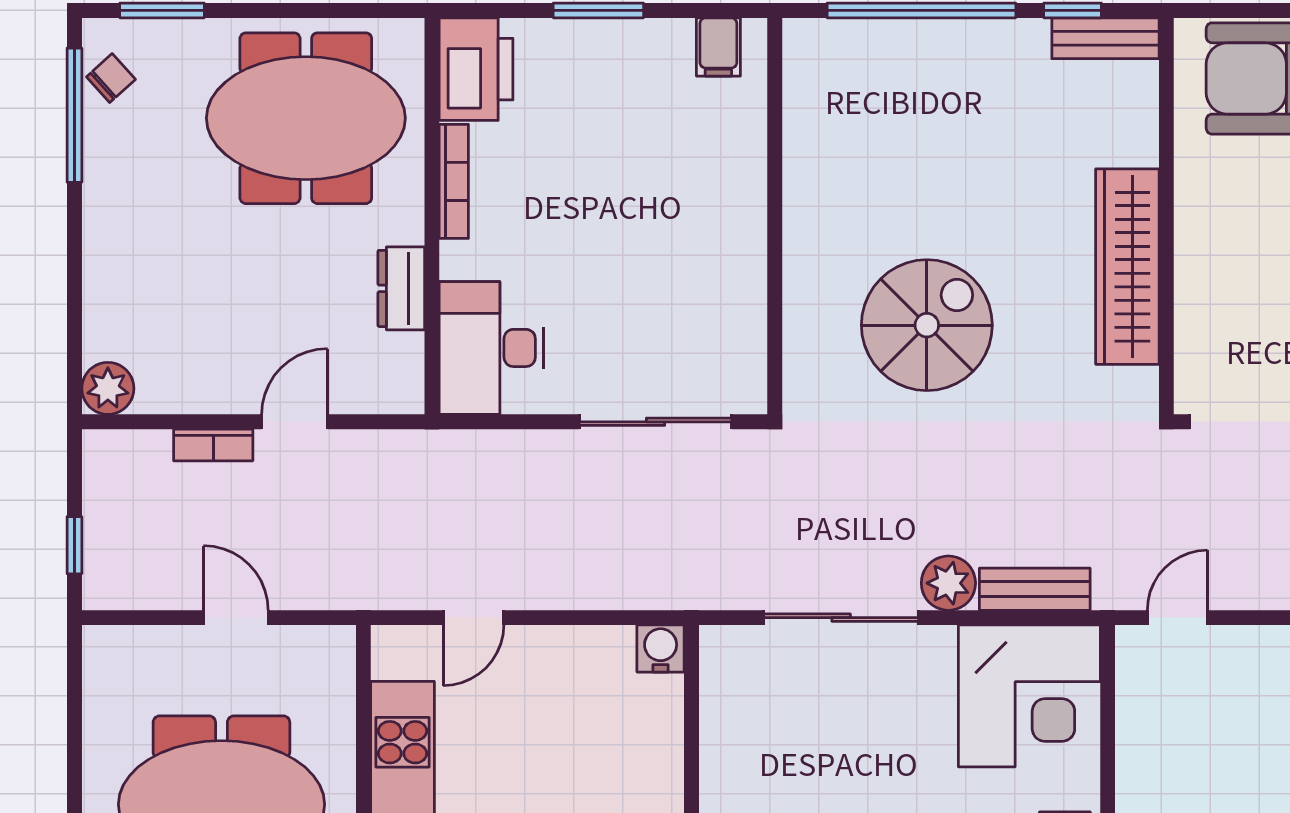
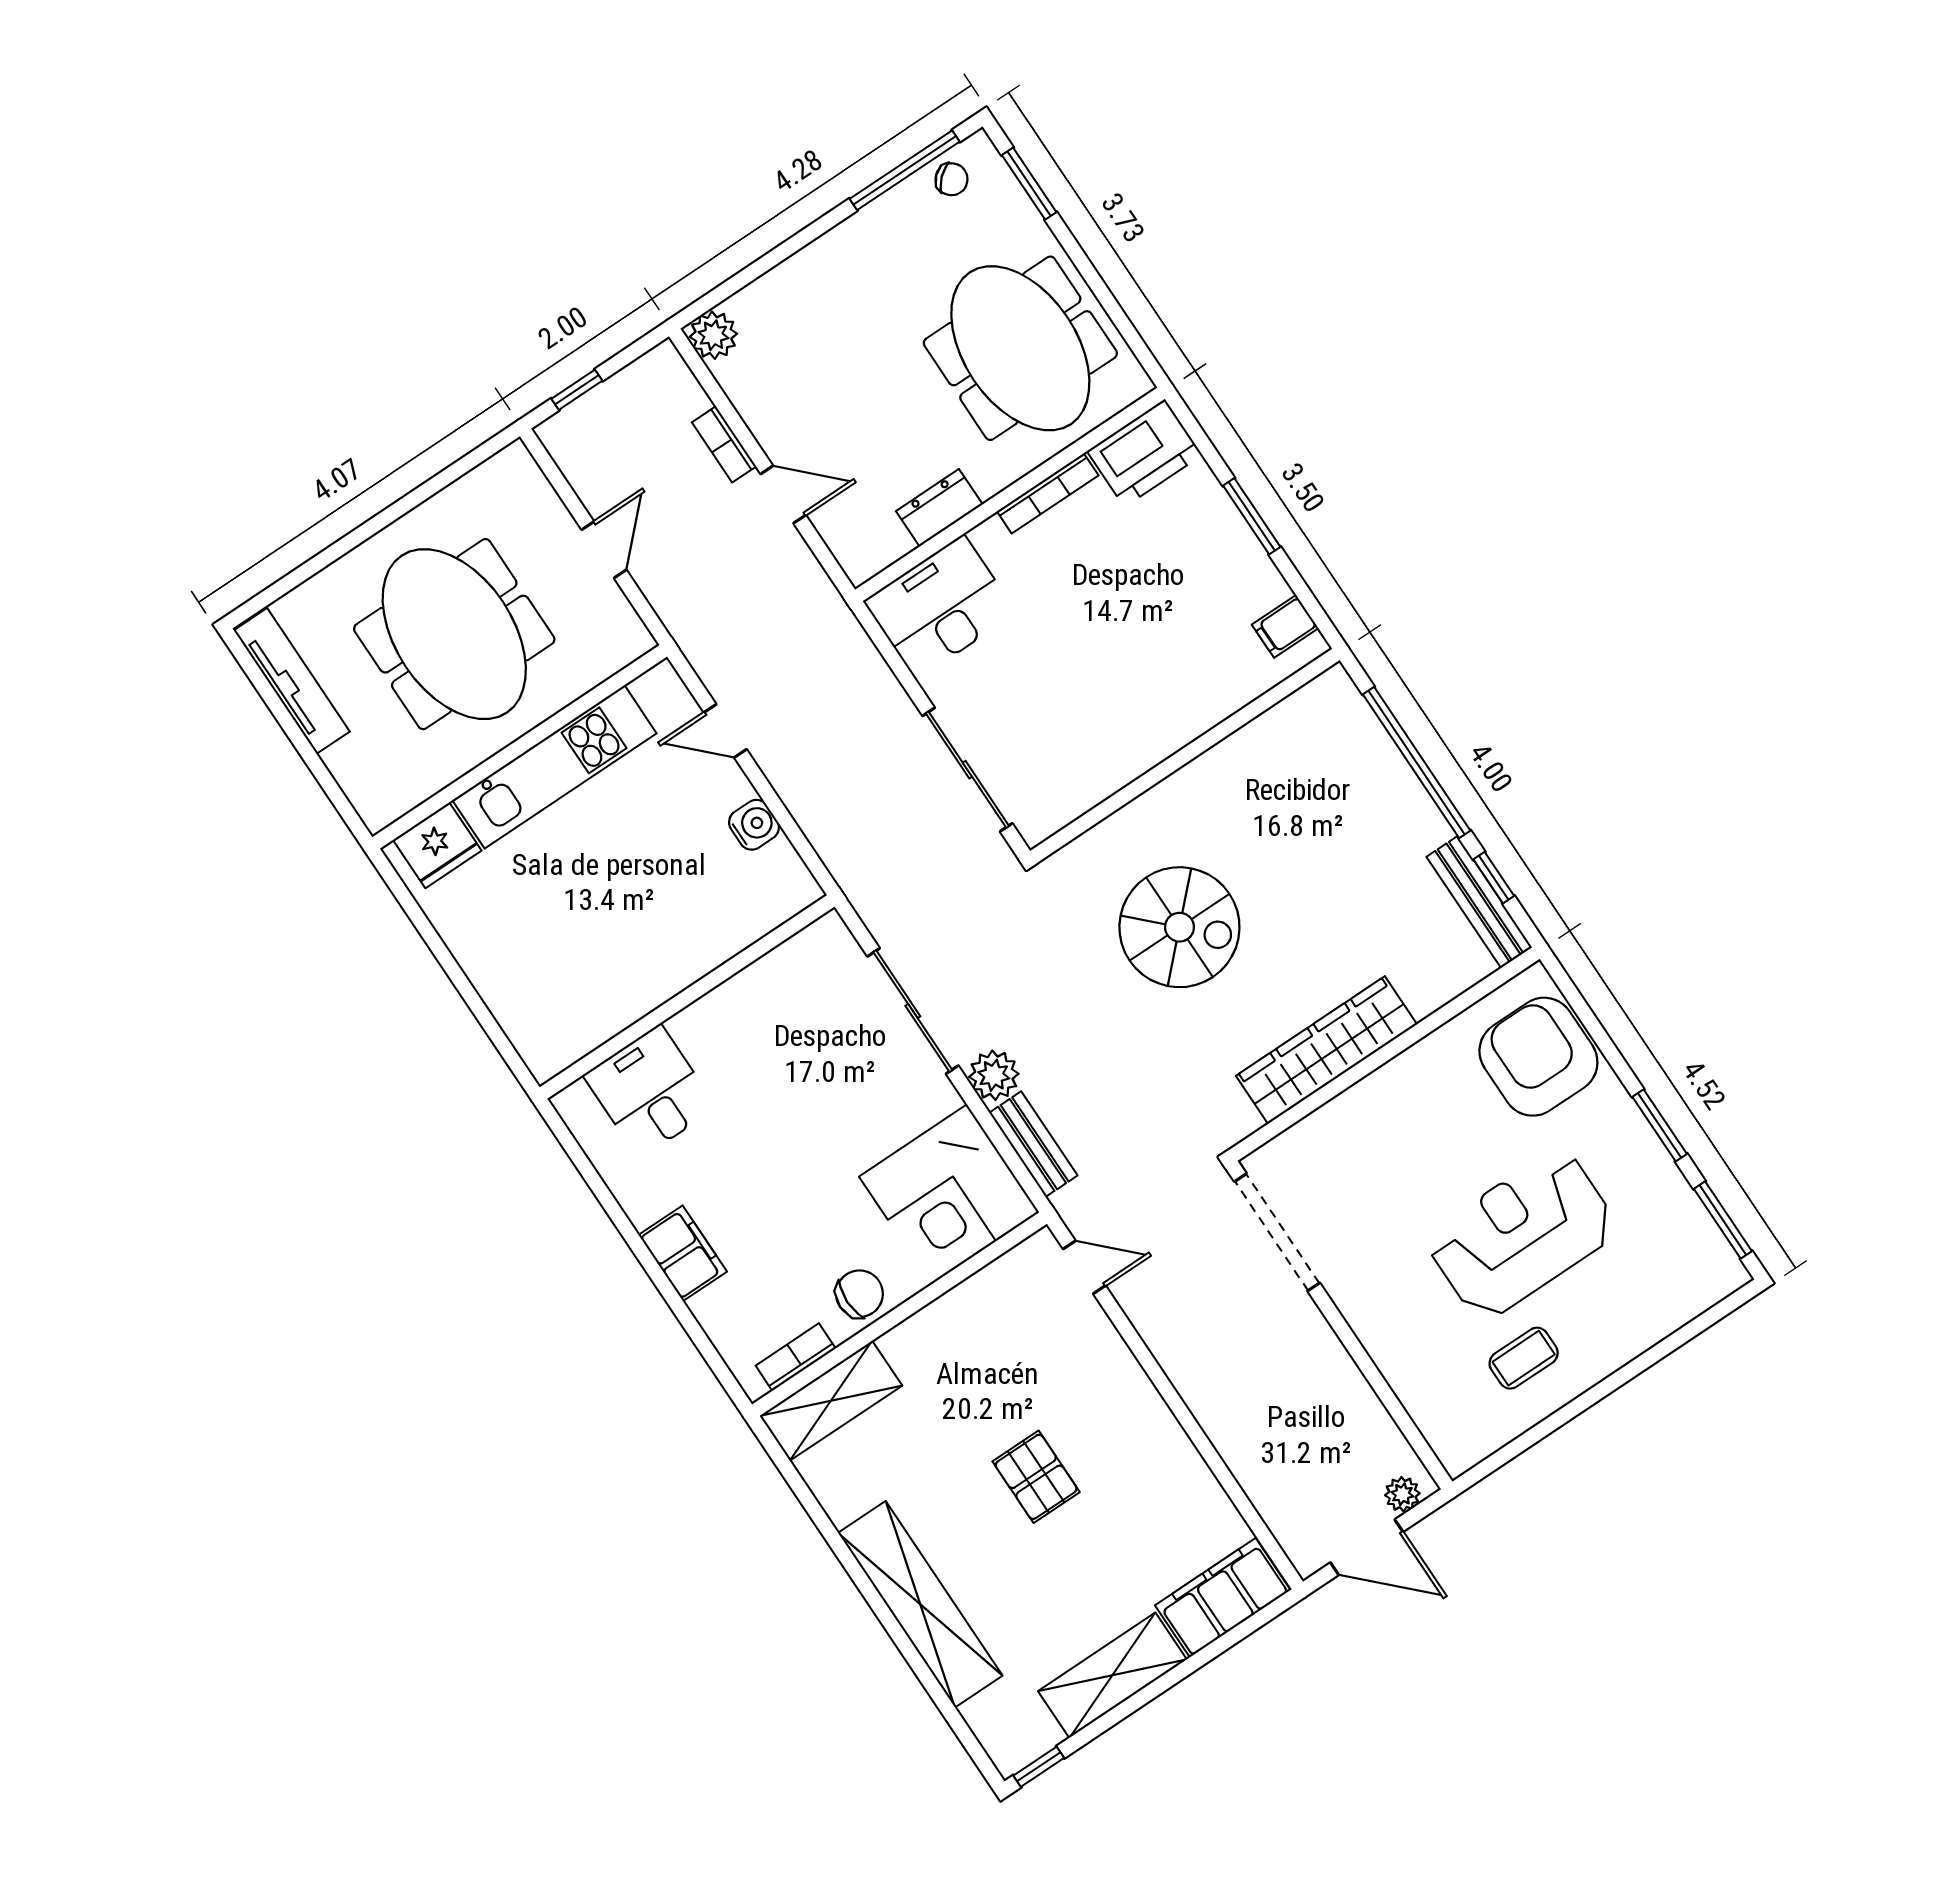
bench: (1105, 38) -> (1479, 902), width x1.36
water cooler: (661, 648) -> (754, 825), moved

